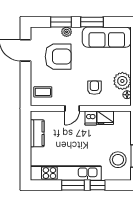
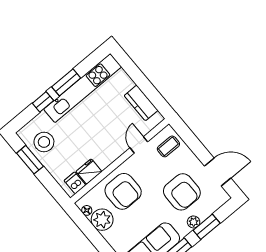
armchair: (58, 57) -> (182, 192), turned -90
armchair: (94, 88) -> (123, 191), width x1.88, depth x1.88
door: (72, 108) -> (139, 145), moved
dishwasher: (91, 118) -> (75, 183), moved

